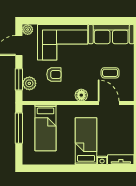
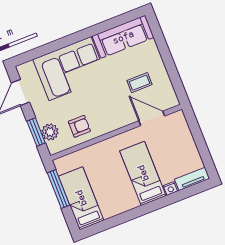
plant: (28, 30) -> (23, 70), removed
armchair: (54, 74) -> (79, 126), moved
floor lamp: (81, 95) -> (116, 122), removed
bed: (46, 128) -> (81, 198), moved, turned 180

